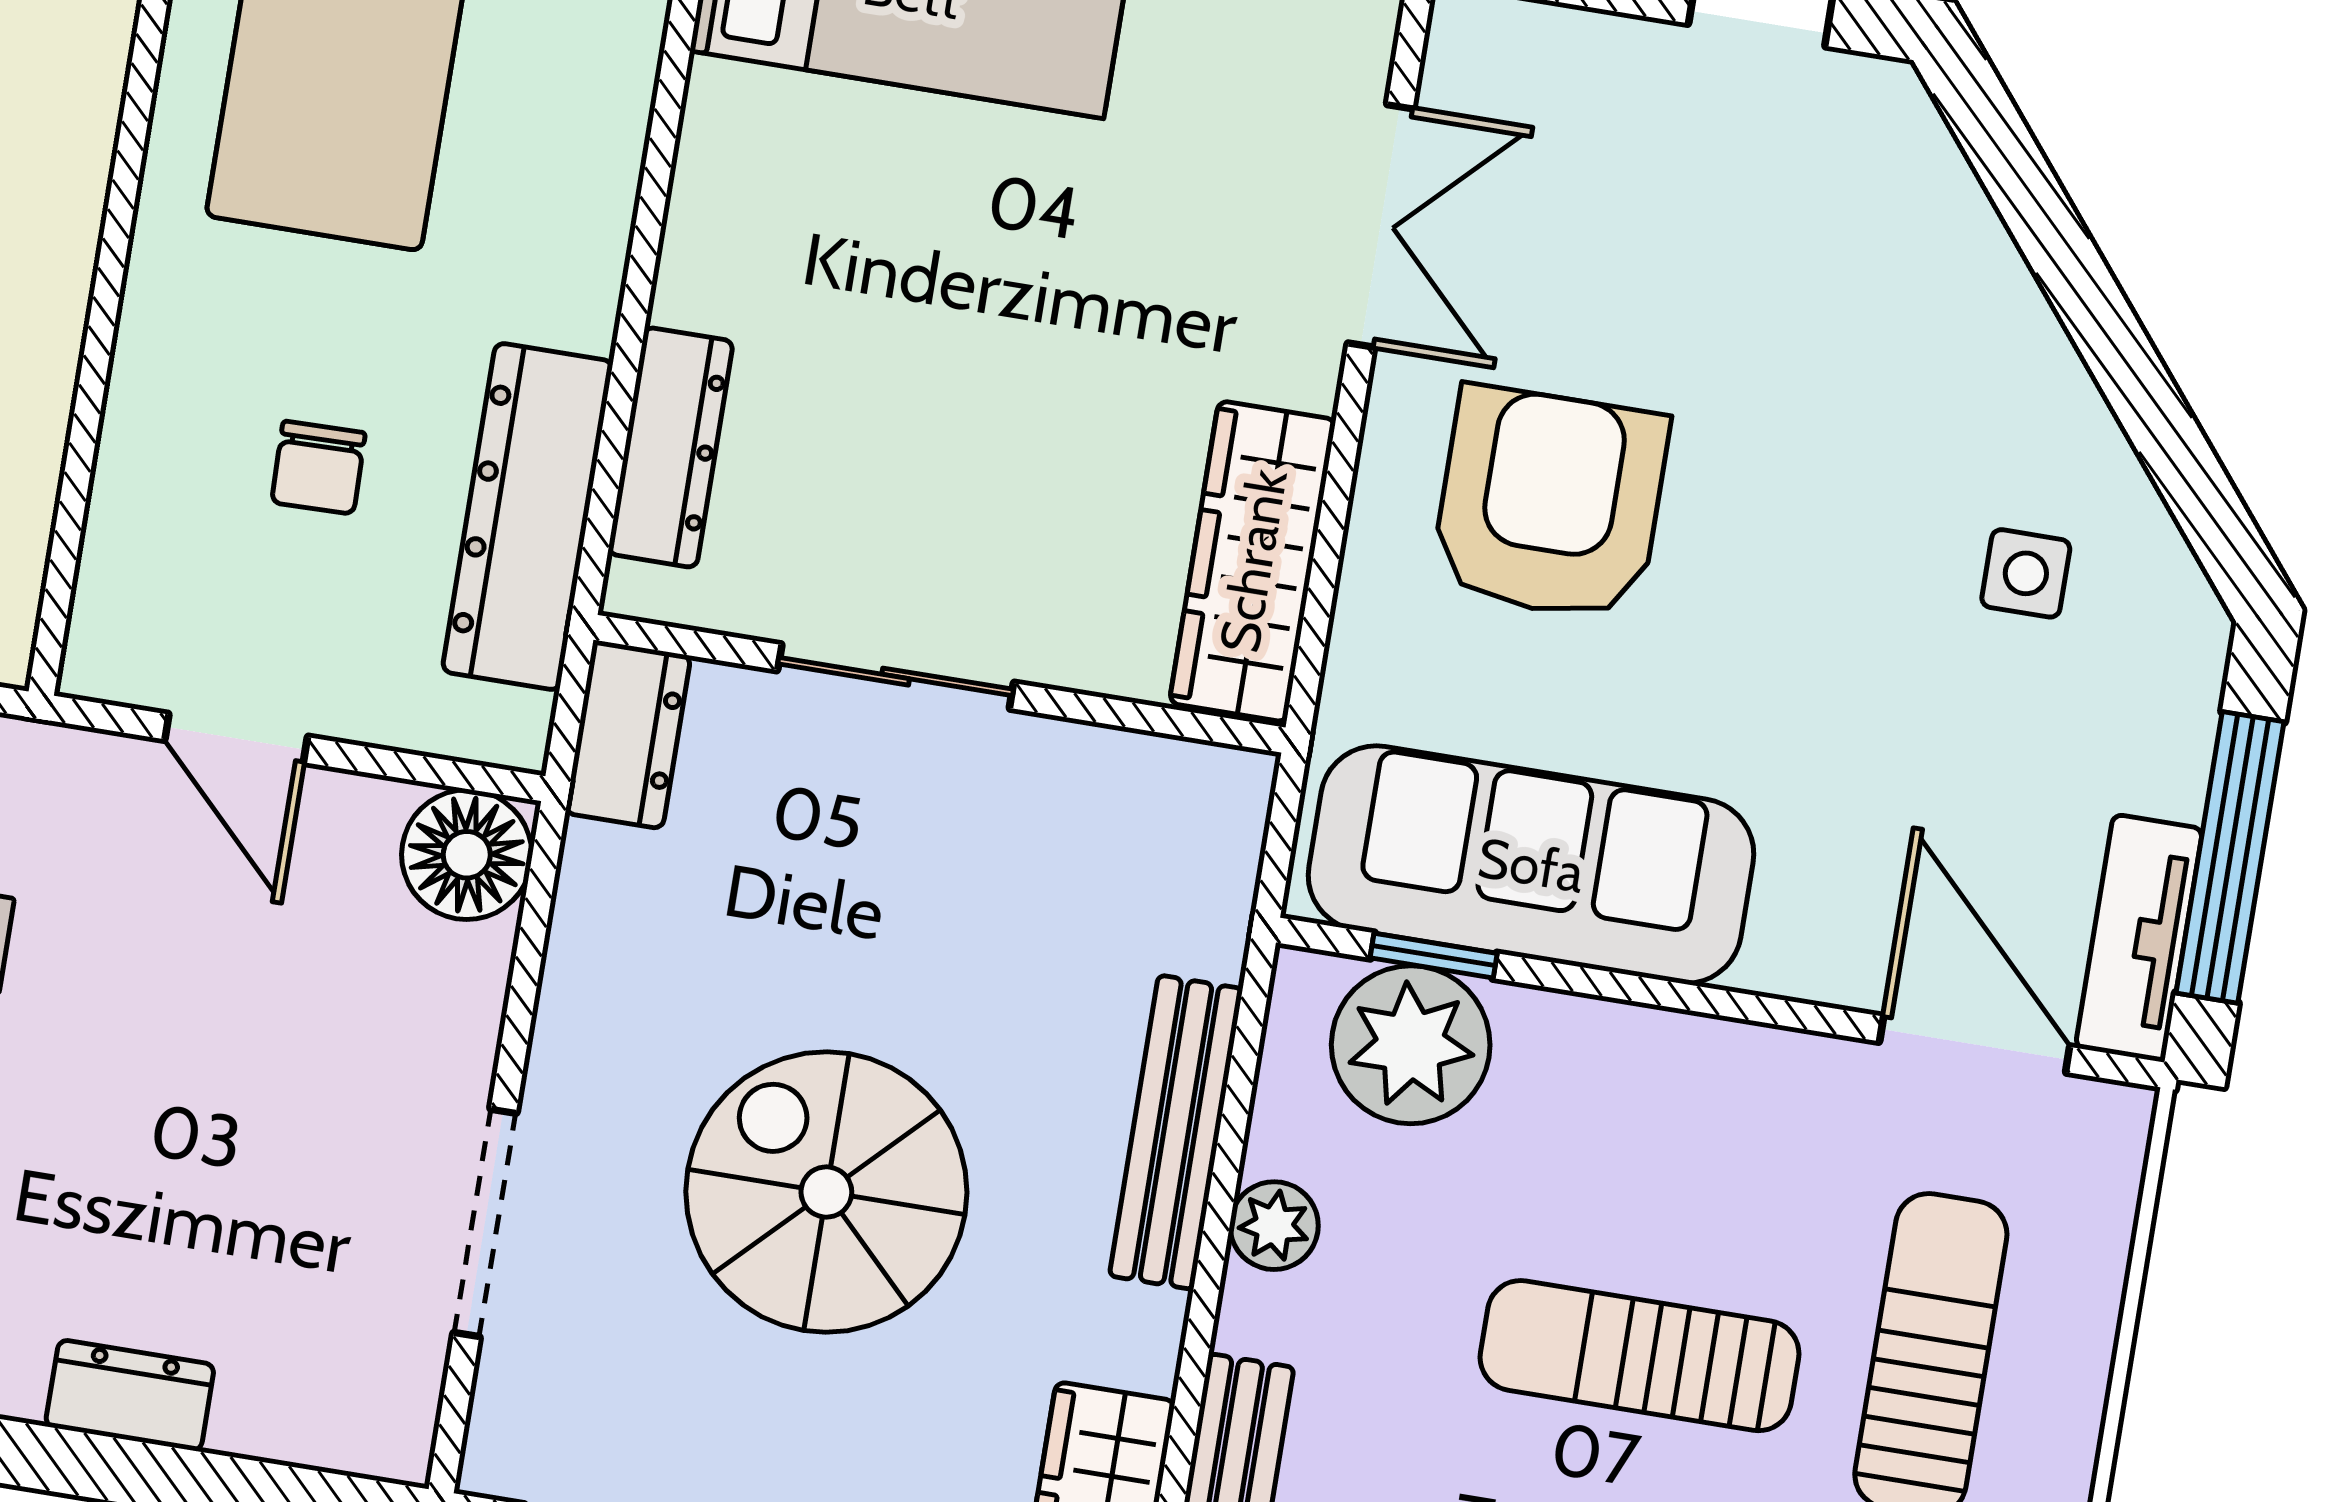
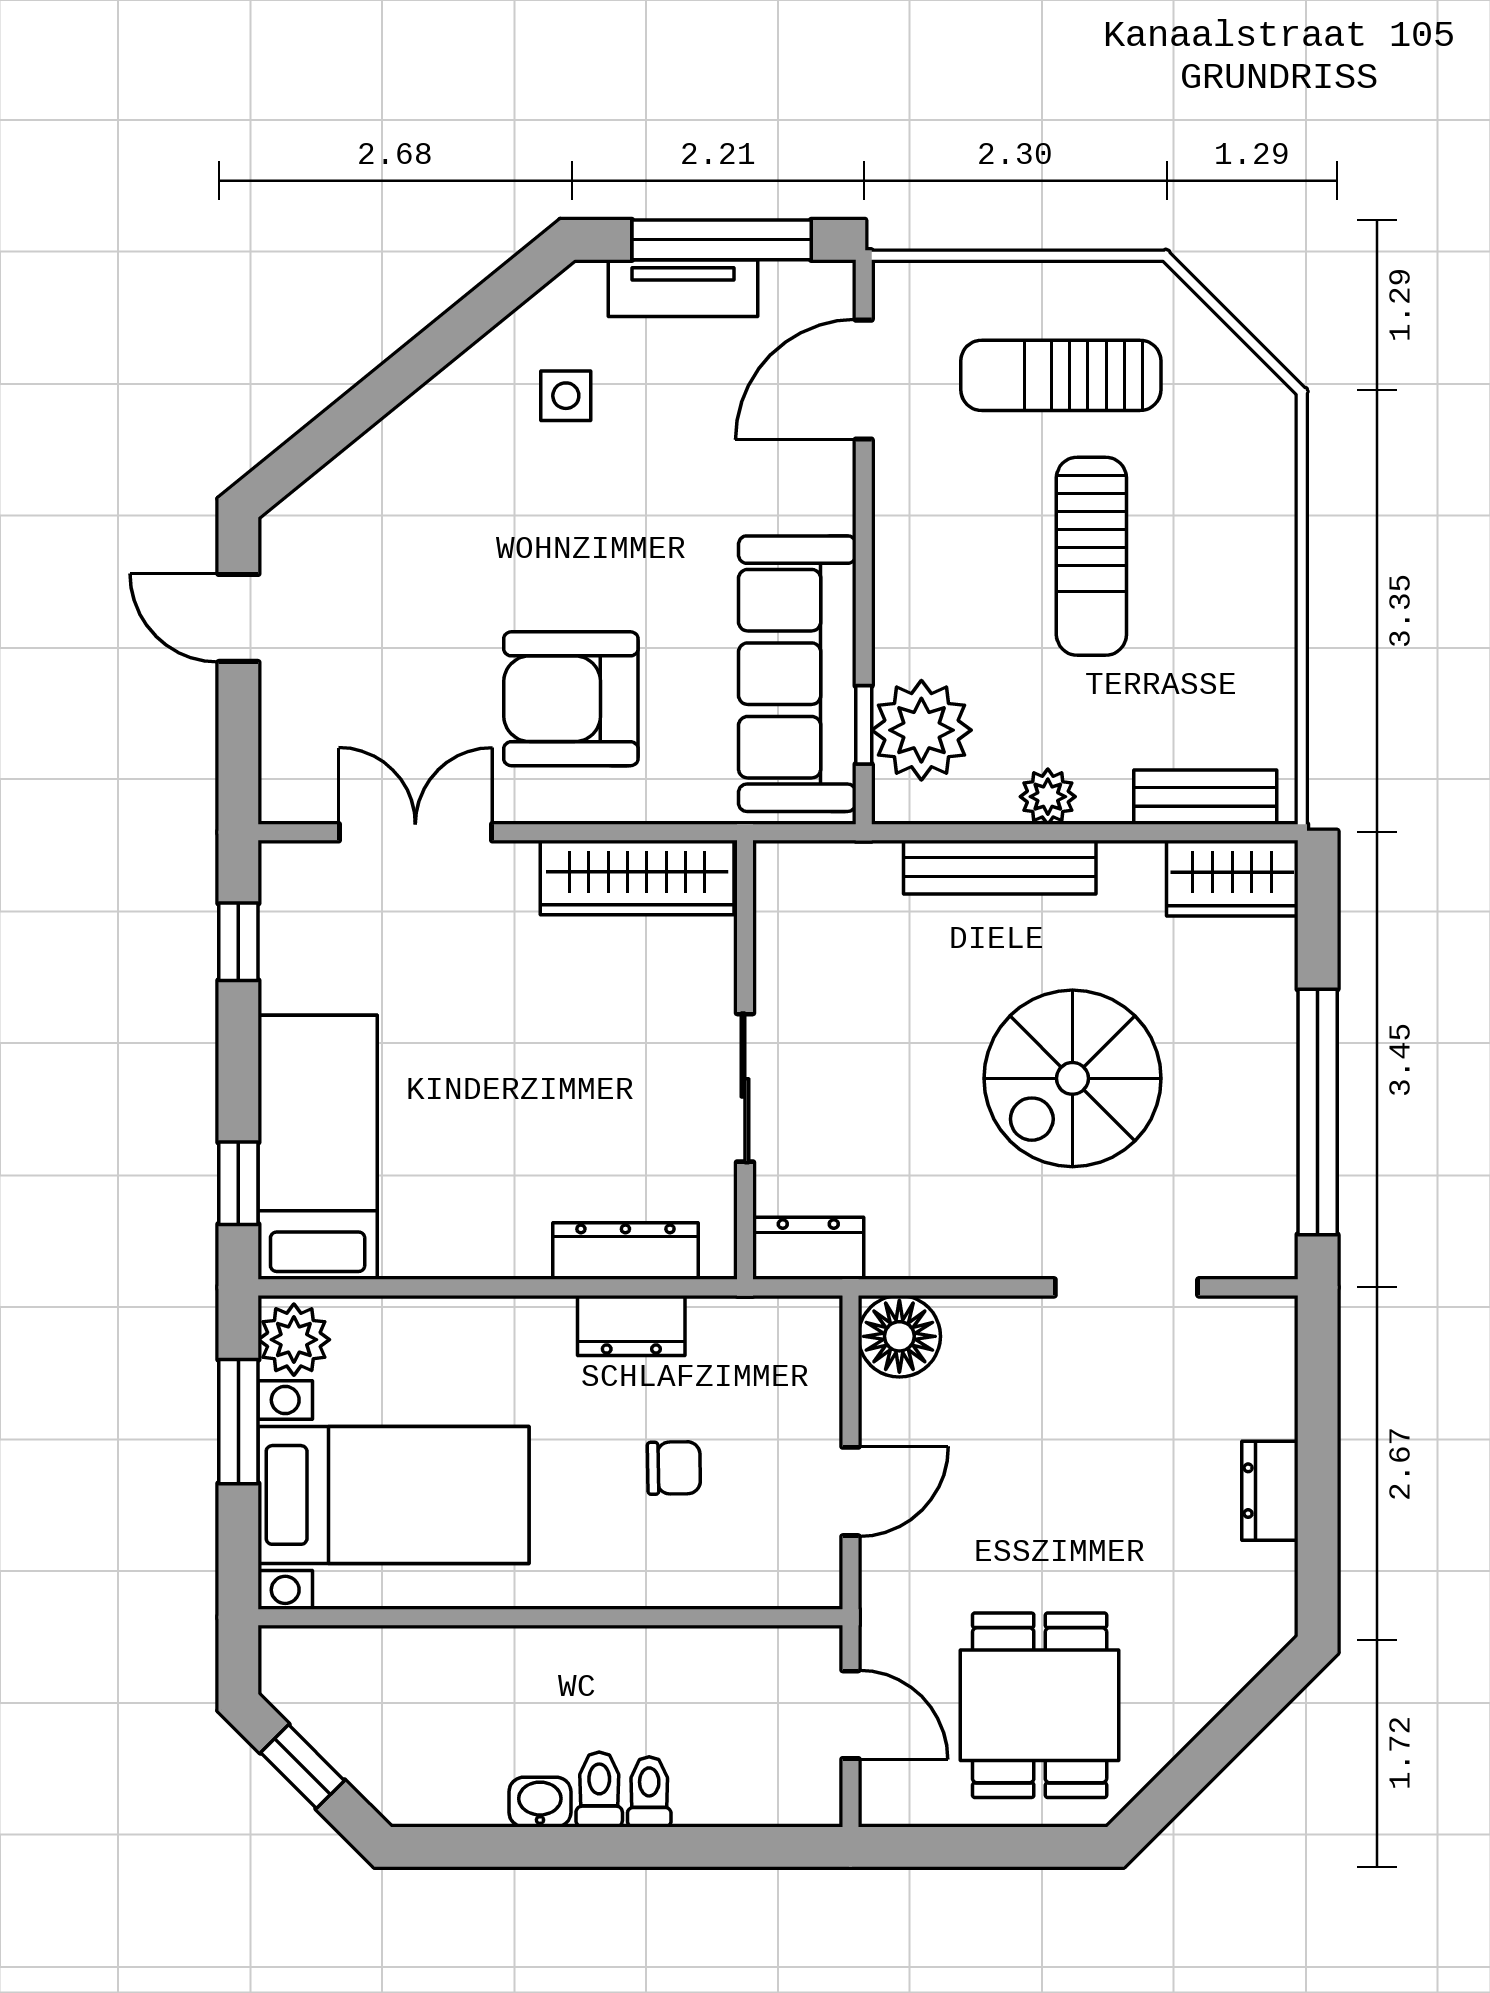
dresser: (528, 516) -> (631, 1325), width x0.51, depth x0.80
tv unit: (2139, 938) -> (683, 288), moved

